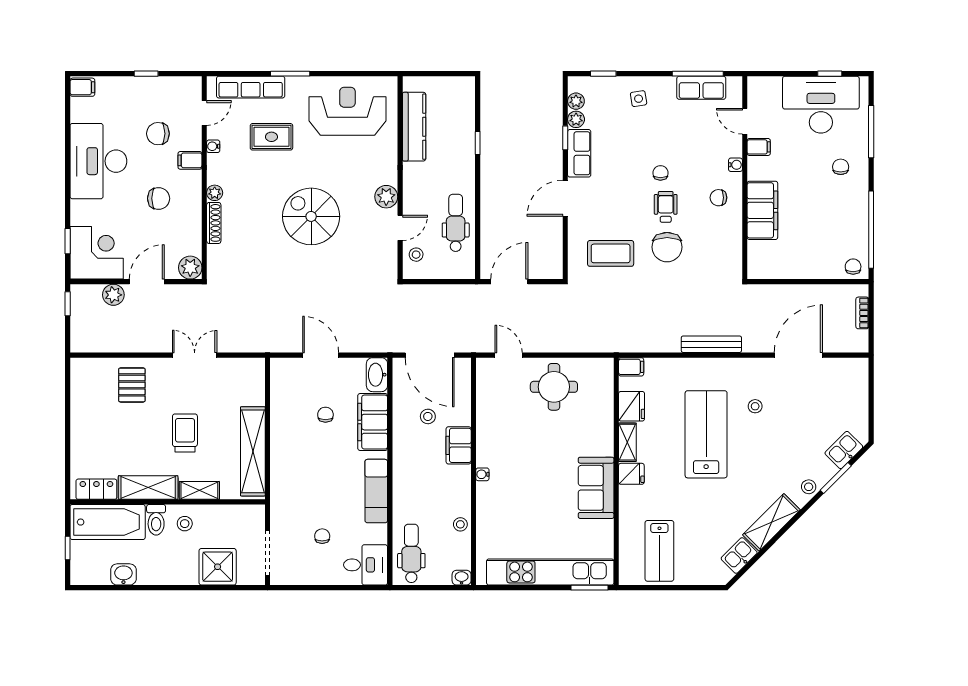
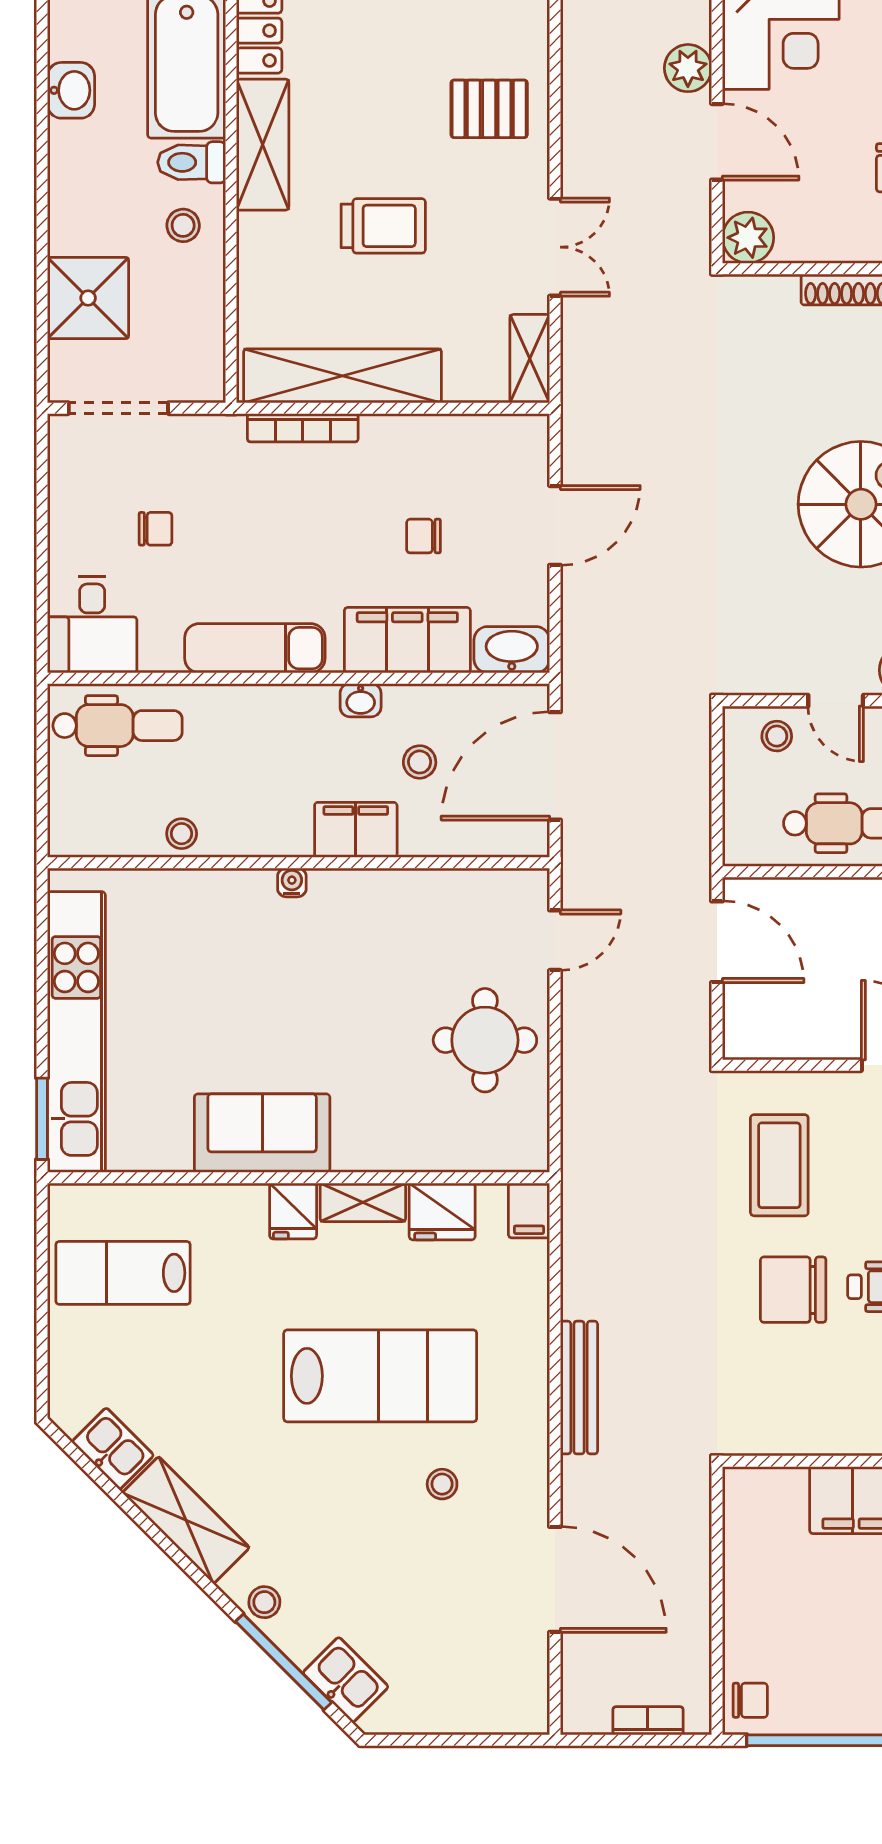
chair: (325, 415) -> (424, 536), turned 180
bookcase: (276, 469) -> (303, 428), added
window: (836, 478) -> (284, 1662), width x1.44
shelving: (199, 490) -> (530, 359), moved
washbasin: (462, 578) -> (361, 700), moved, turned 90

